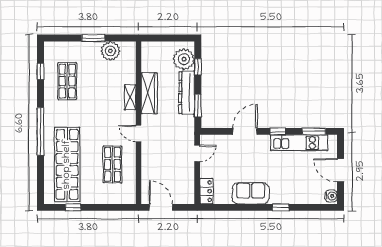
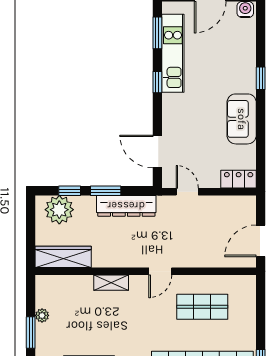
plant: (110, 51) -> (42, 315), width x0.53, depth x0.53
wardrobe: (149, 93) -> (63, 257), moved
dresser: (187, 93) -> (126, 206), moved
window: (198, 106) -> (106, 191), moved
door: (245, 131) -> (157, 151), moved

